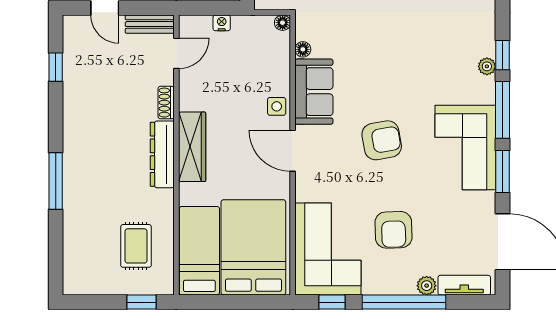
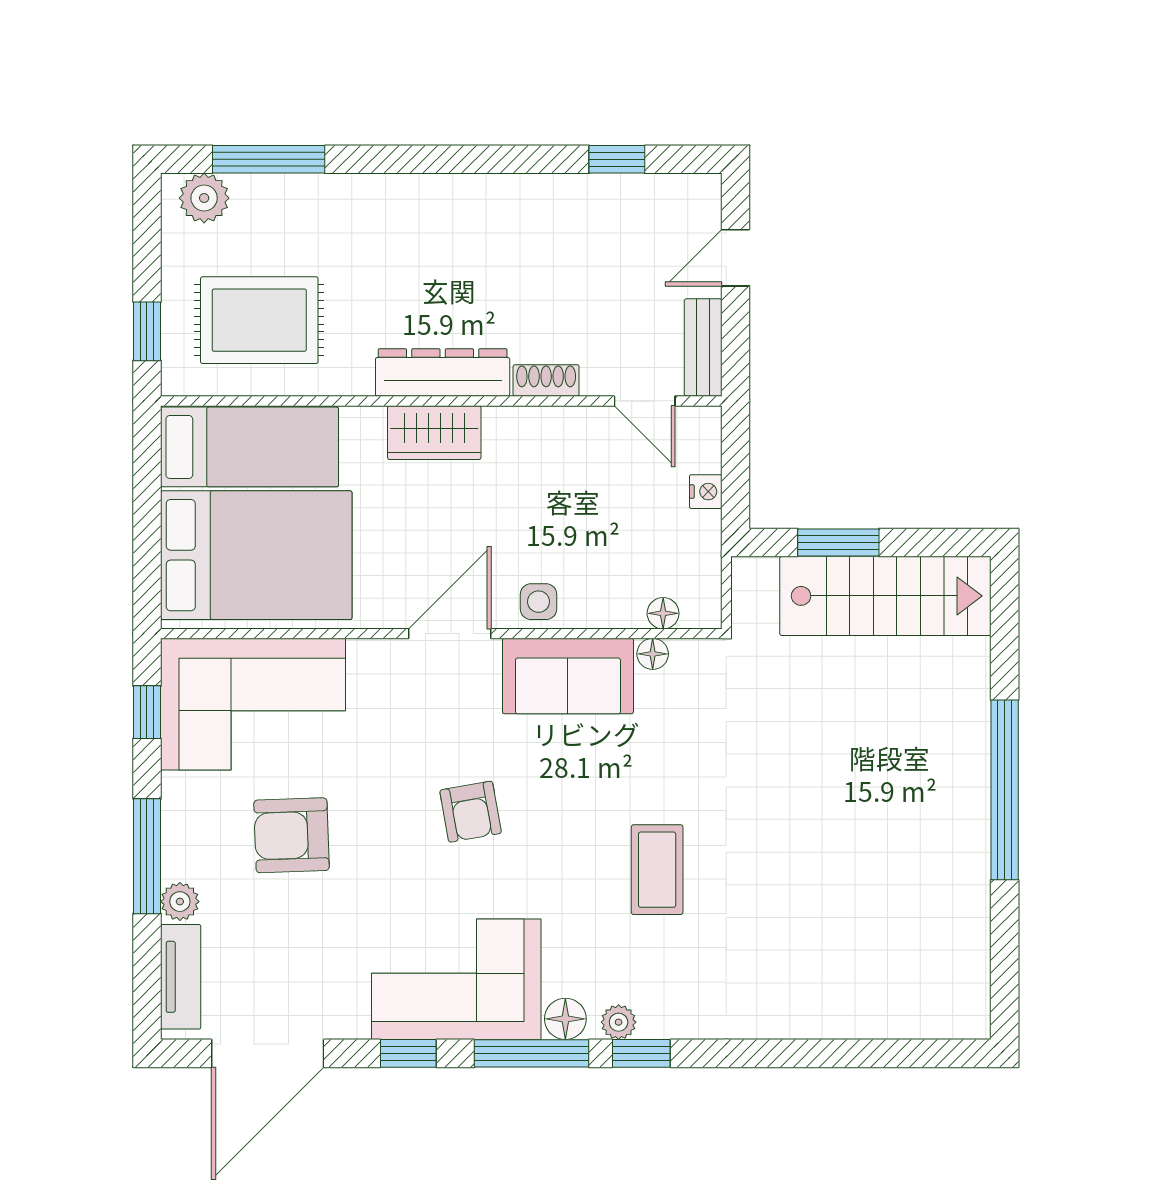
floor lamp: (283, 23) -> (663, 613), moved
coffee table: (411, 47) -> (657, 870), added
floor lamp: (485, 93) -> (565, 1019), added
armchair: (382, 140) -> (471, 812), width x0.72, depth x0.72
wardrobe: (192, 147) -> (434, 433), width x0.67
window: (502, 171) -> (408, 1053), width x0.67
window: (56, 181) -> (269, 159), moved
rug: (136, 246) -> (259, 320), width x1.36, depth x1.43
plant: (75, 273) -> (204, 198), added
window: (404, 302) -> (147, 856), width x0.68

